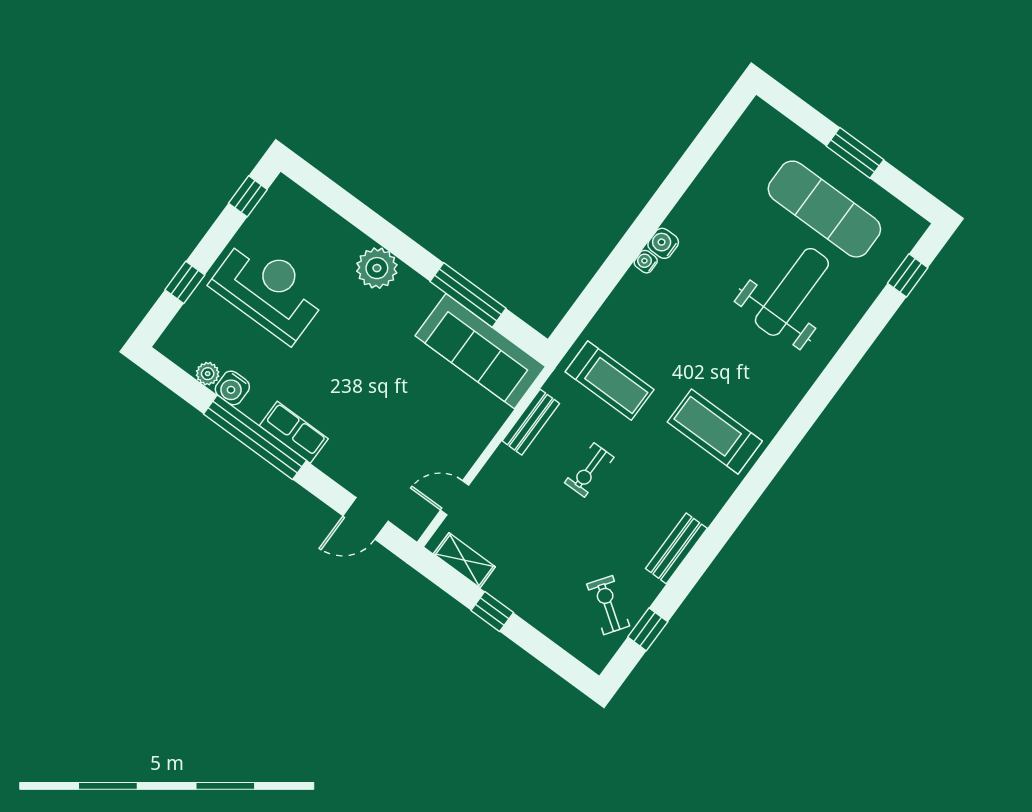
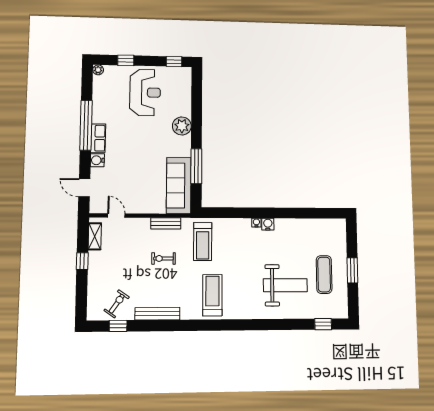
exercise mat: (824, 209) -> (324, 274), width x0.73, depth x0.69
plant: (208, 374) -> (98, 70), moved
water cooler: (232, 388) -> (97, 160), moved
bench: (676, 548) -> (157, 314), width x1.36

